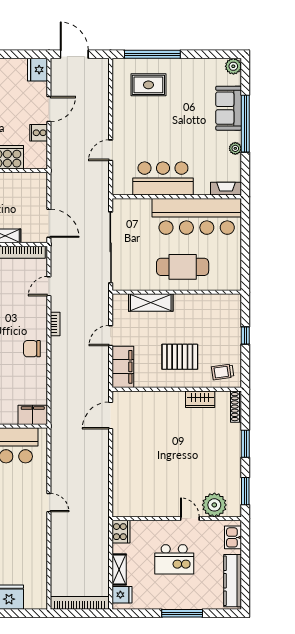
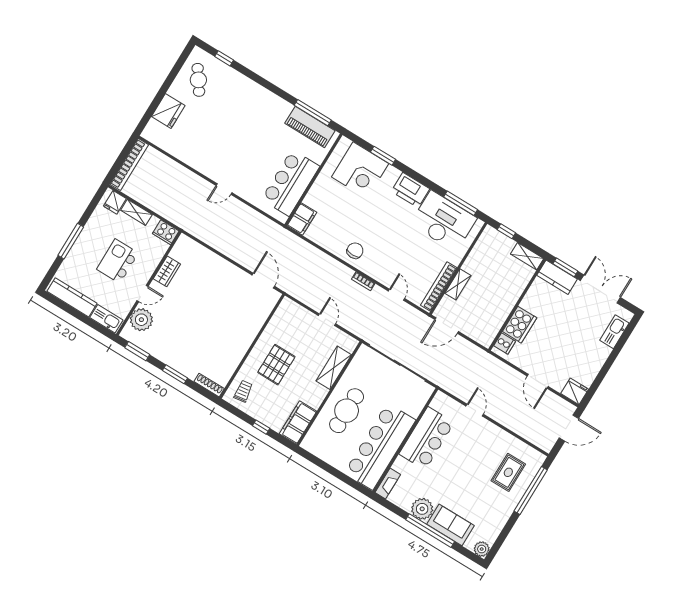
cooker: (39, 133) -> (505, 344), moved, turned 90
plant: (235, 148) -> (422, 509), width x1.88, depth x1.88
filing cabinet: (123, 367) -> (298, 423), moved, turned 90
wardrobe: (200, 399) -> (167, 271), moved, turned 180
kitchen sink: (233, 537) -> (106, 319), width x1.38

